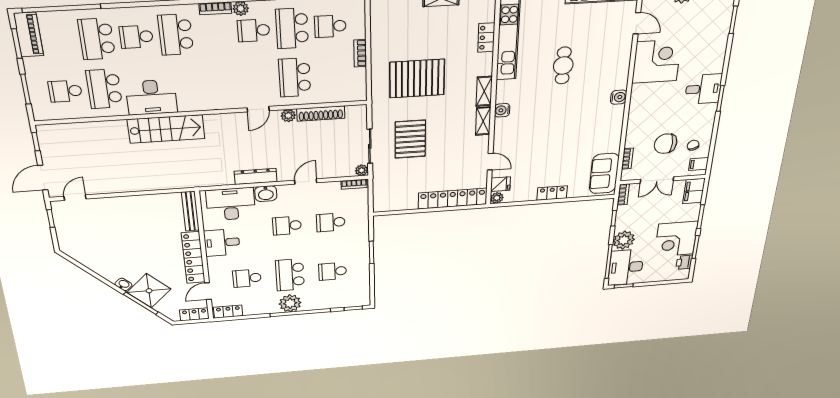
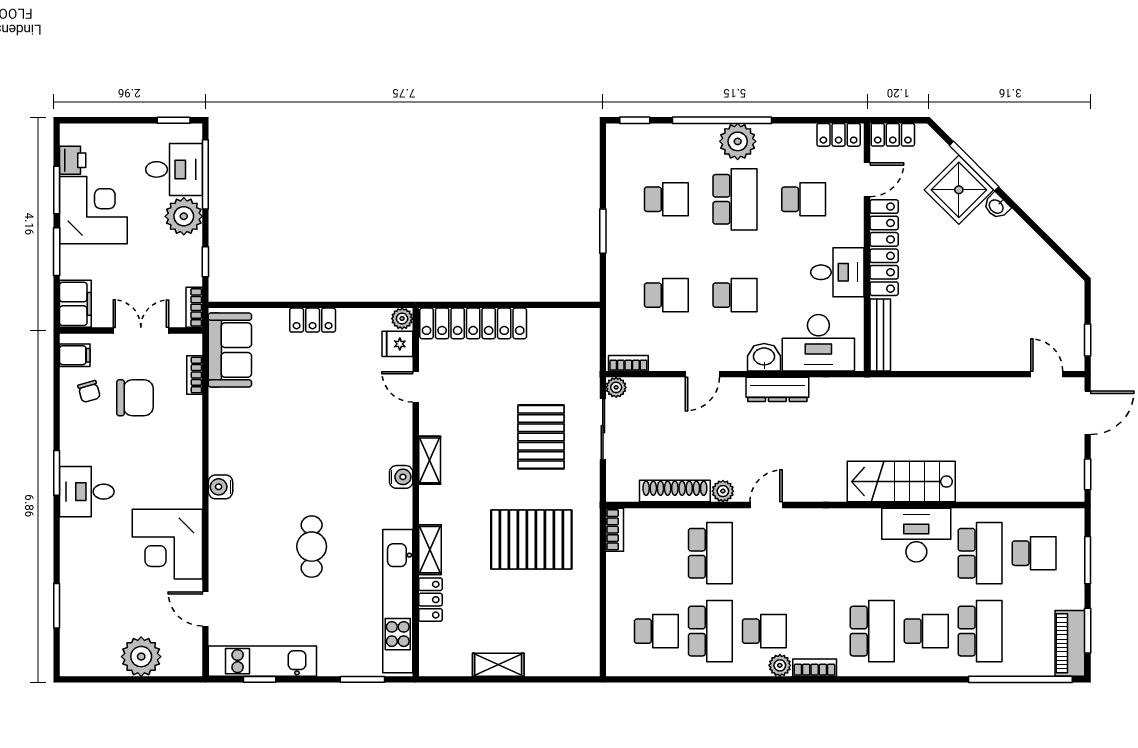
bookcase: (360, 53) -> (615, 530), moved
shelving: (484, 91) -> (430, 550), moved
door: (75, 198) -> (1047, 374), swing flipped
desk: (626, 267) -> (174, 169), width x0.73

